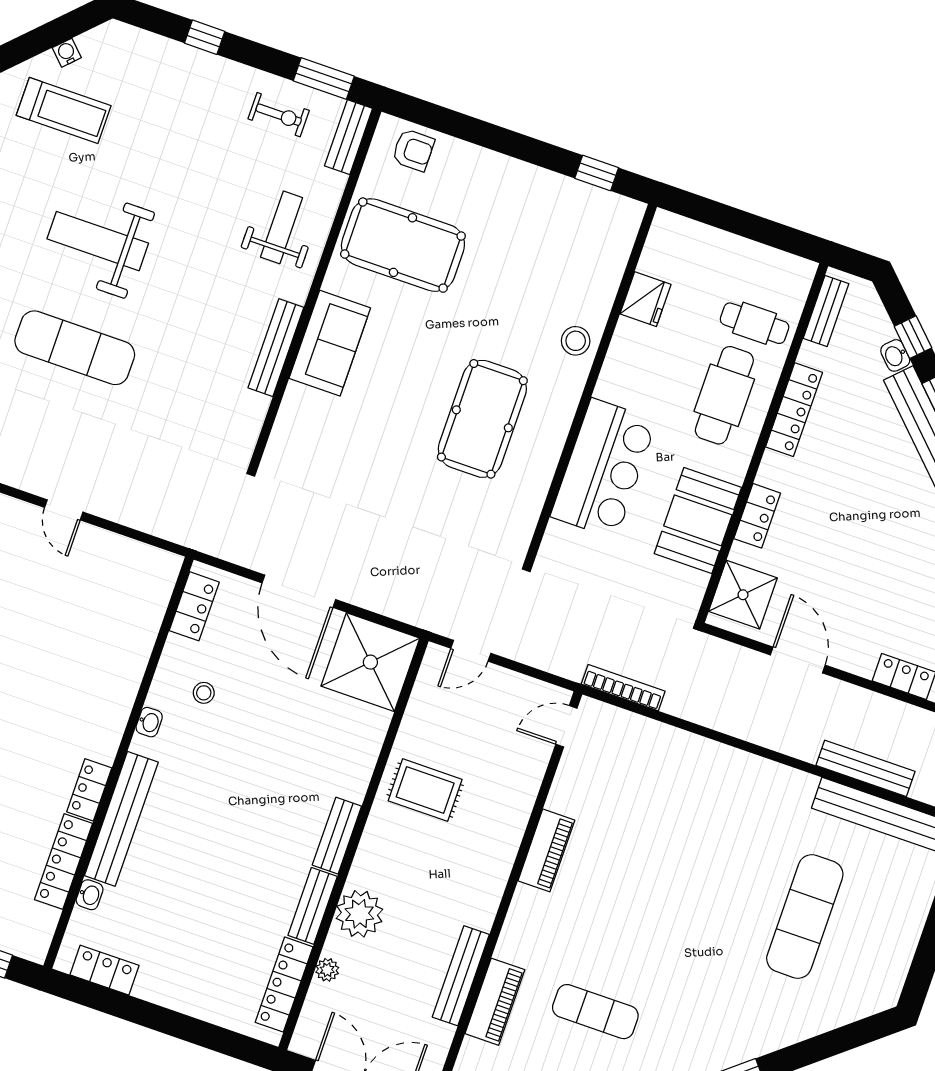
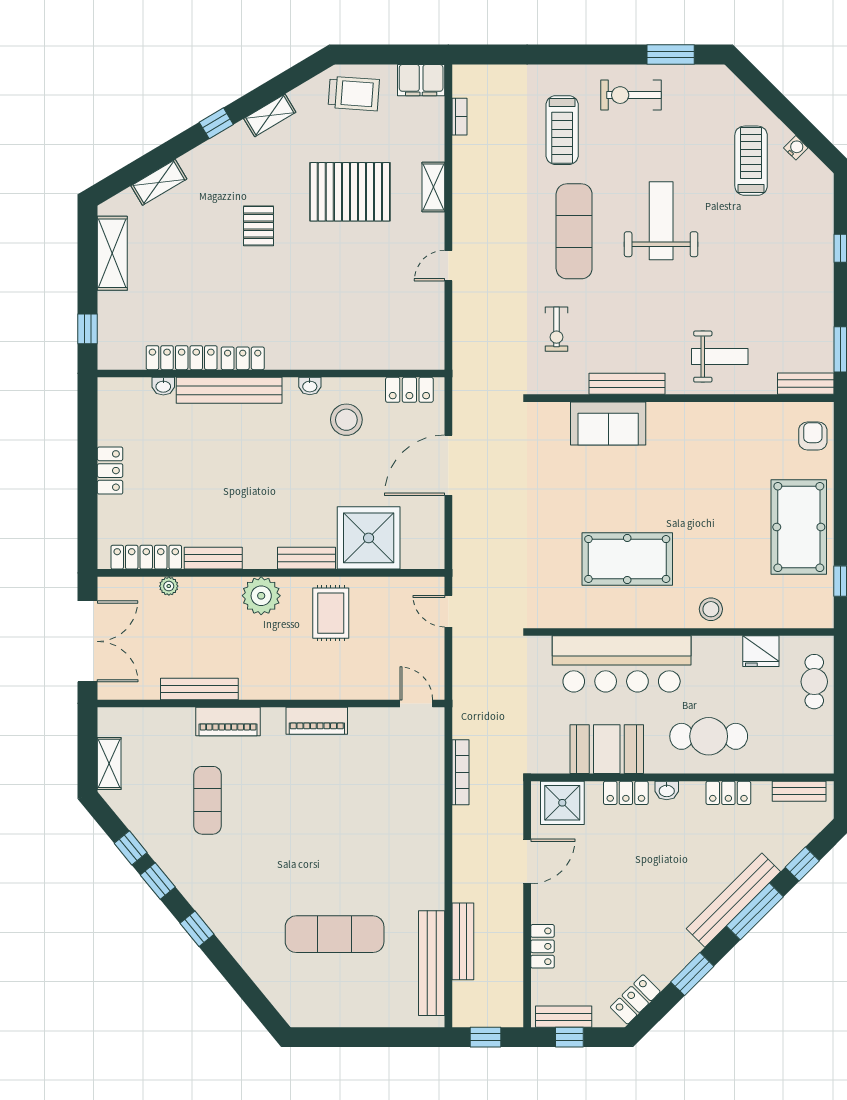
treadmill: (64, 111) -> (751, 161), turned 180
exercise bike: (279, 115) -> (557, 329), moved
armchair: (413, 150) -> (813, 436), turned 180
pool table: (403, 245) -> (799, 527), moved
cafe table: (755, 323) -> (814, 682), moved
sofa: (330, 343) -> (608, 423), moved
washbasin: (895, 355) -> (667, 790), moved, turned -135
locker: (794, 410) -> (728, 793), width x0.66
bar counter: (604, 468) -> (622, 664), width x1.36
shower: (370, 662) -> (369, 538), moved
bookcase: (623, 688) -> (460, 772), moved
stool: (204, 693) -> (346, 420), width x1.89, depth x1.89
bench: (337, 836) -> (306, 558), moved
plant: (359, 914) -> (261, 596), moved
locker: (105, 970) -> (110, 471), moved
piano: (495, 1002) -> (228, 722), moved

